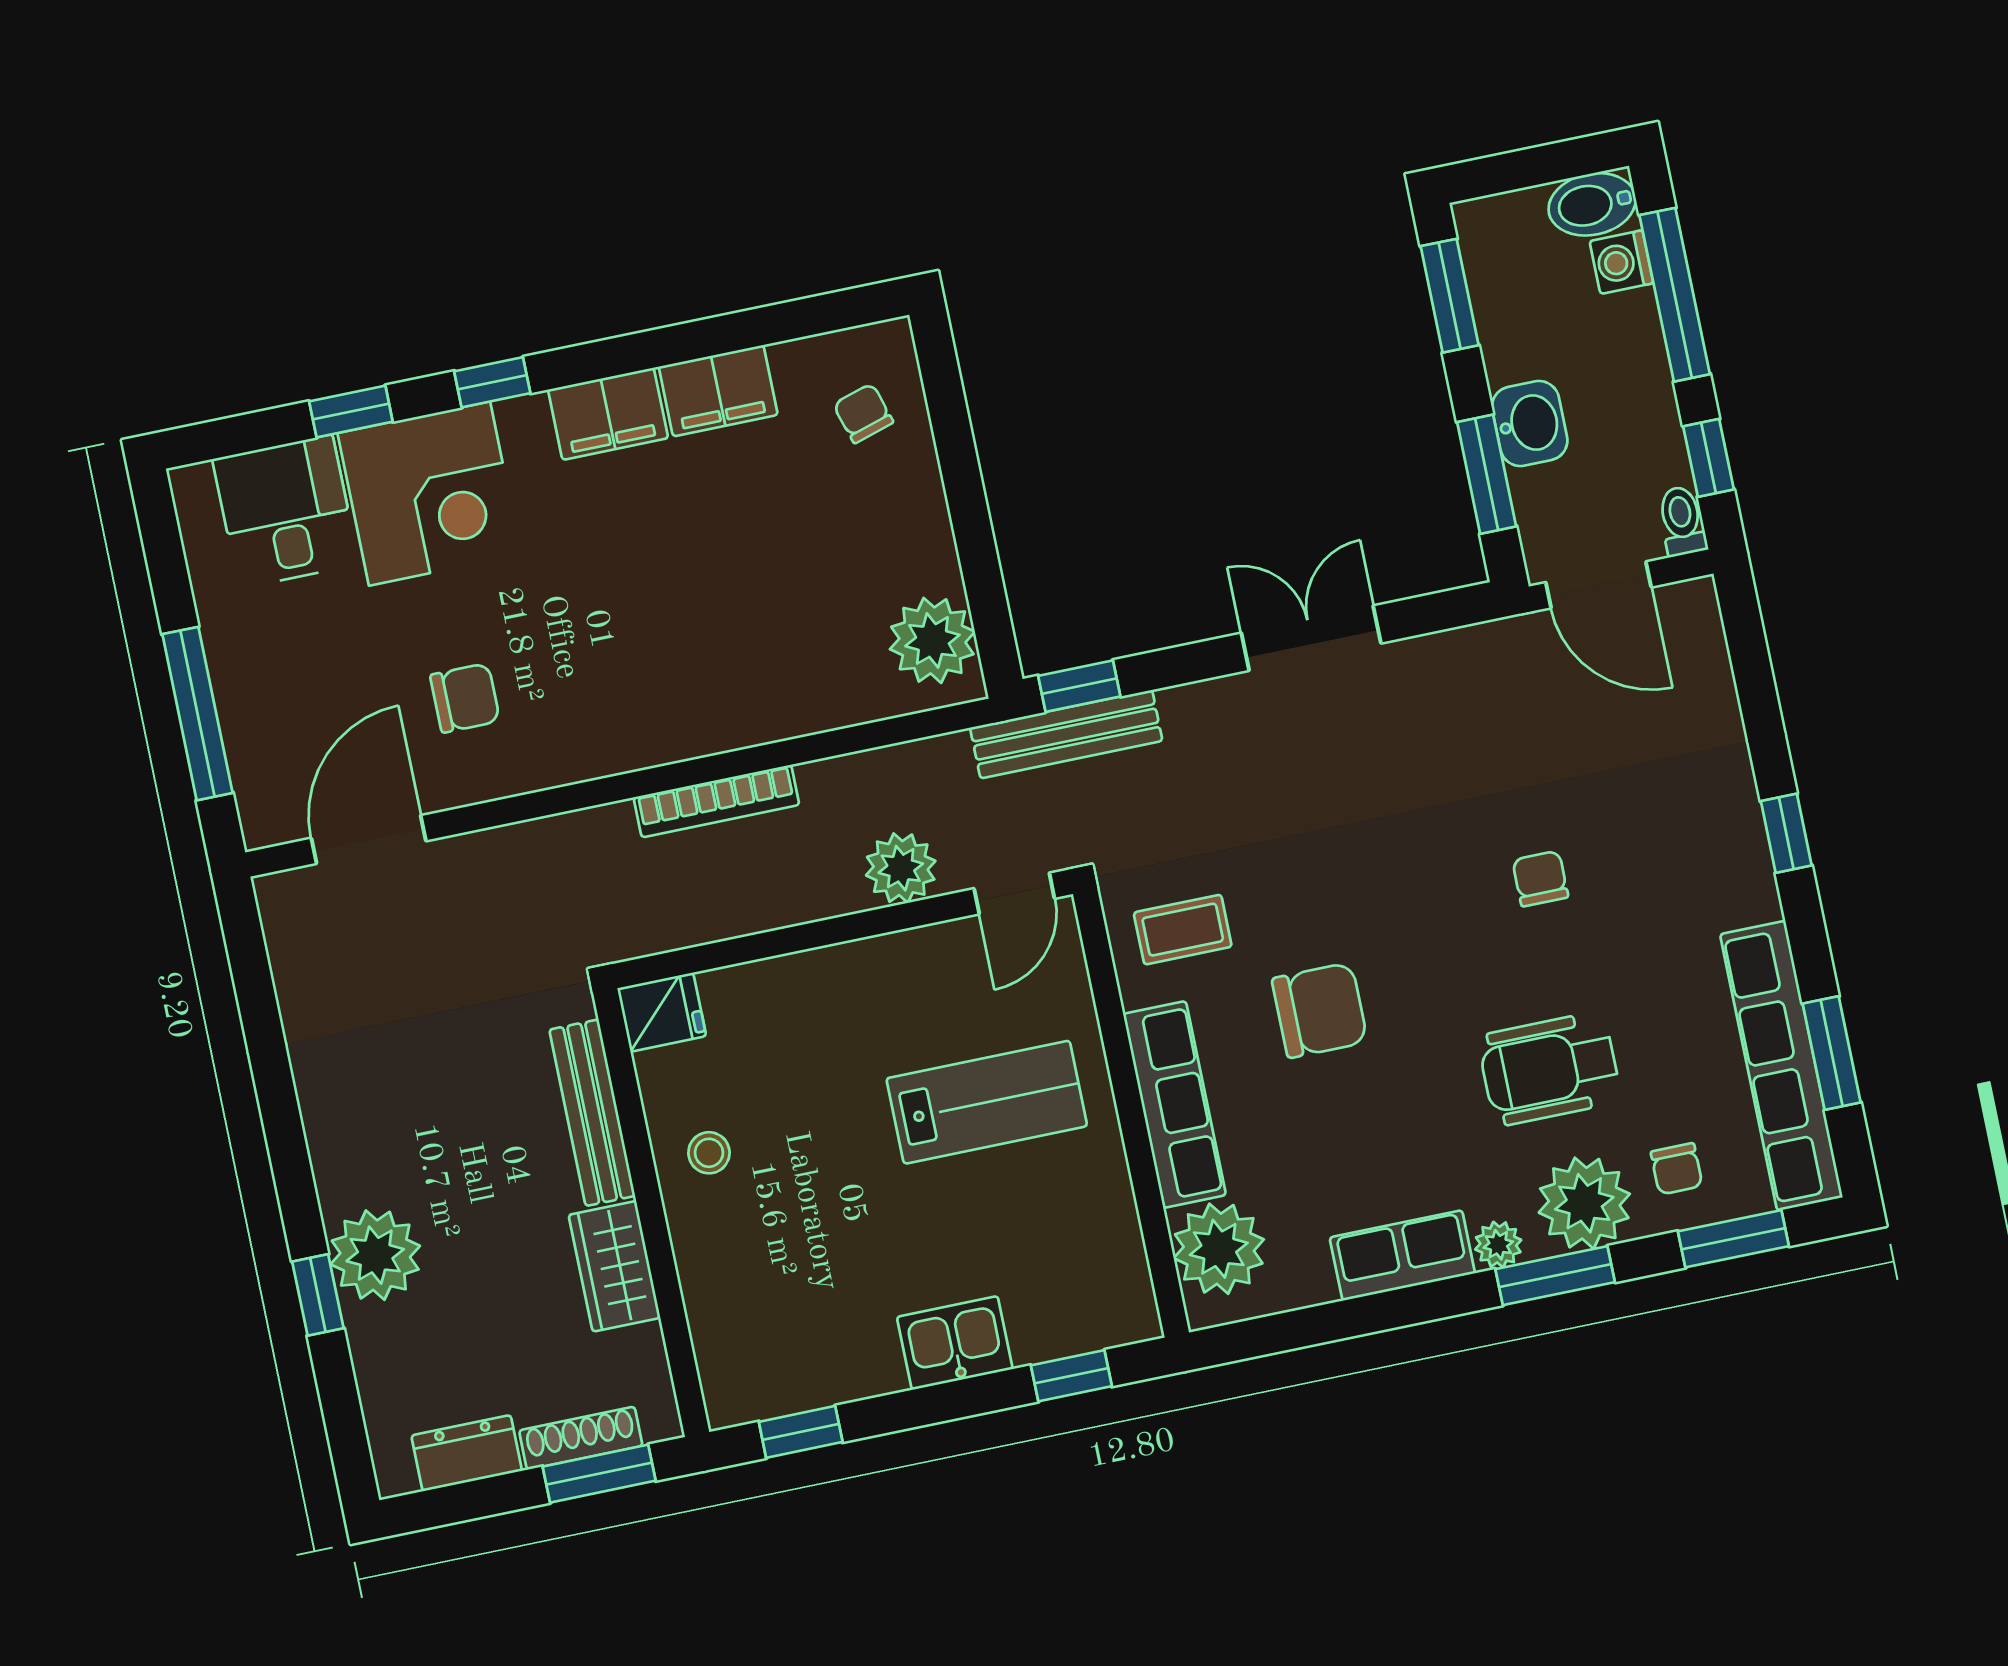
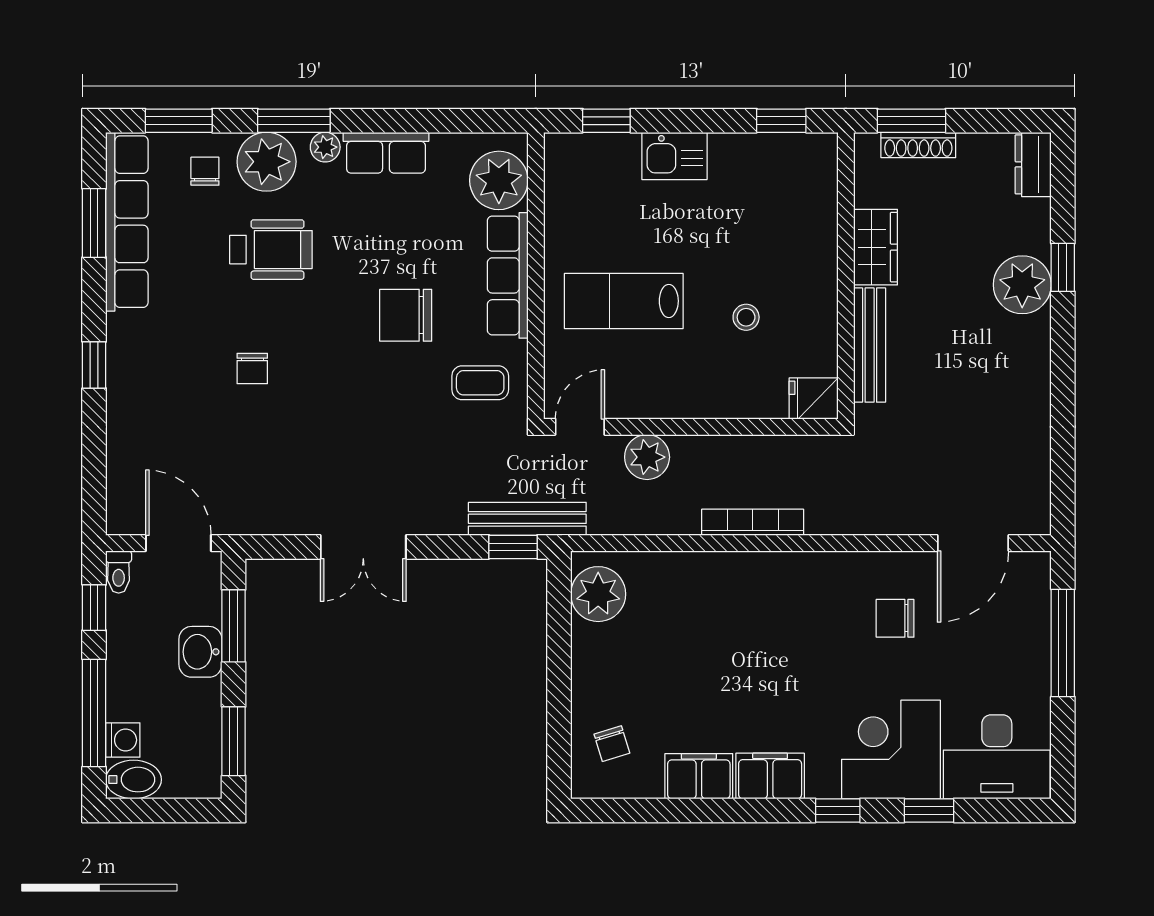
desk: (286, 512) -> (997, 757), width x1.37
stool: (709, 1153) -> (746, 317), moved
dresser: (467, 1453) -> (1033, 164), moved, turned 90

